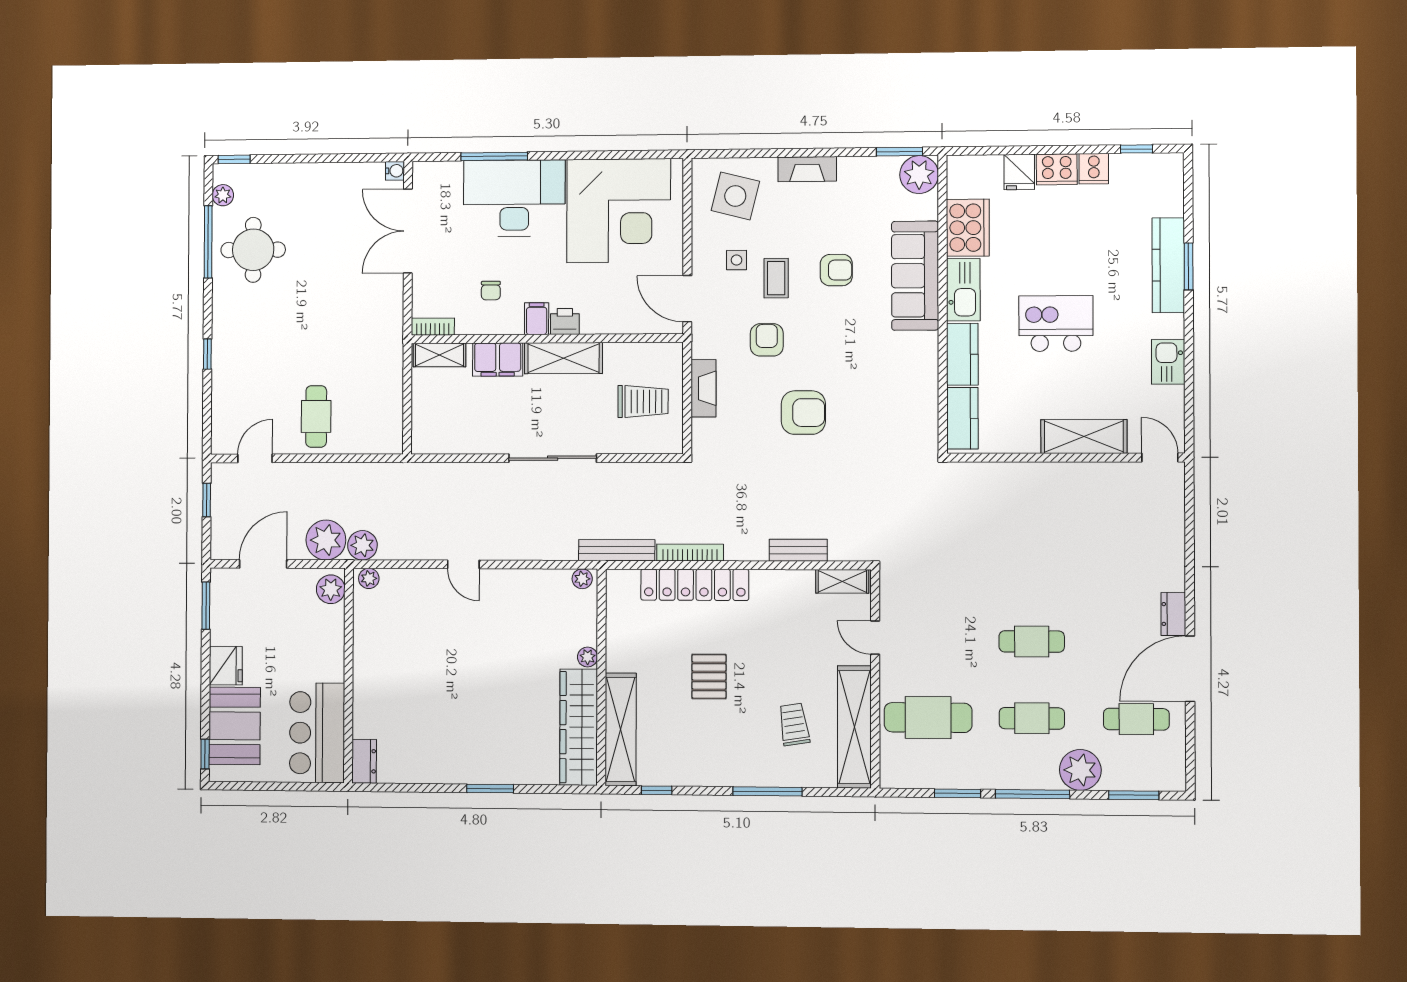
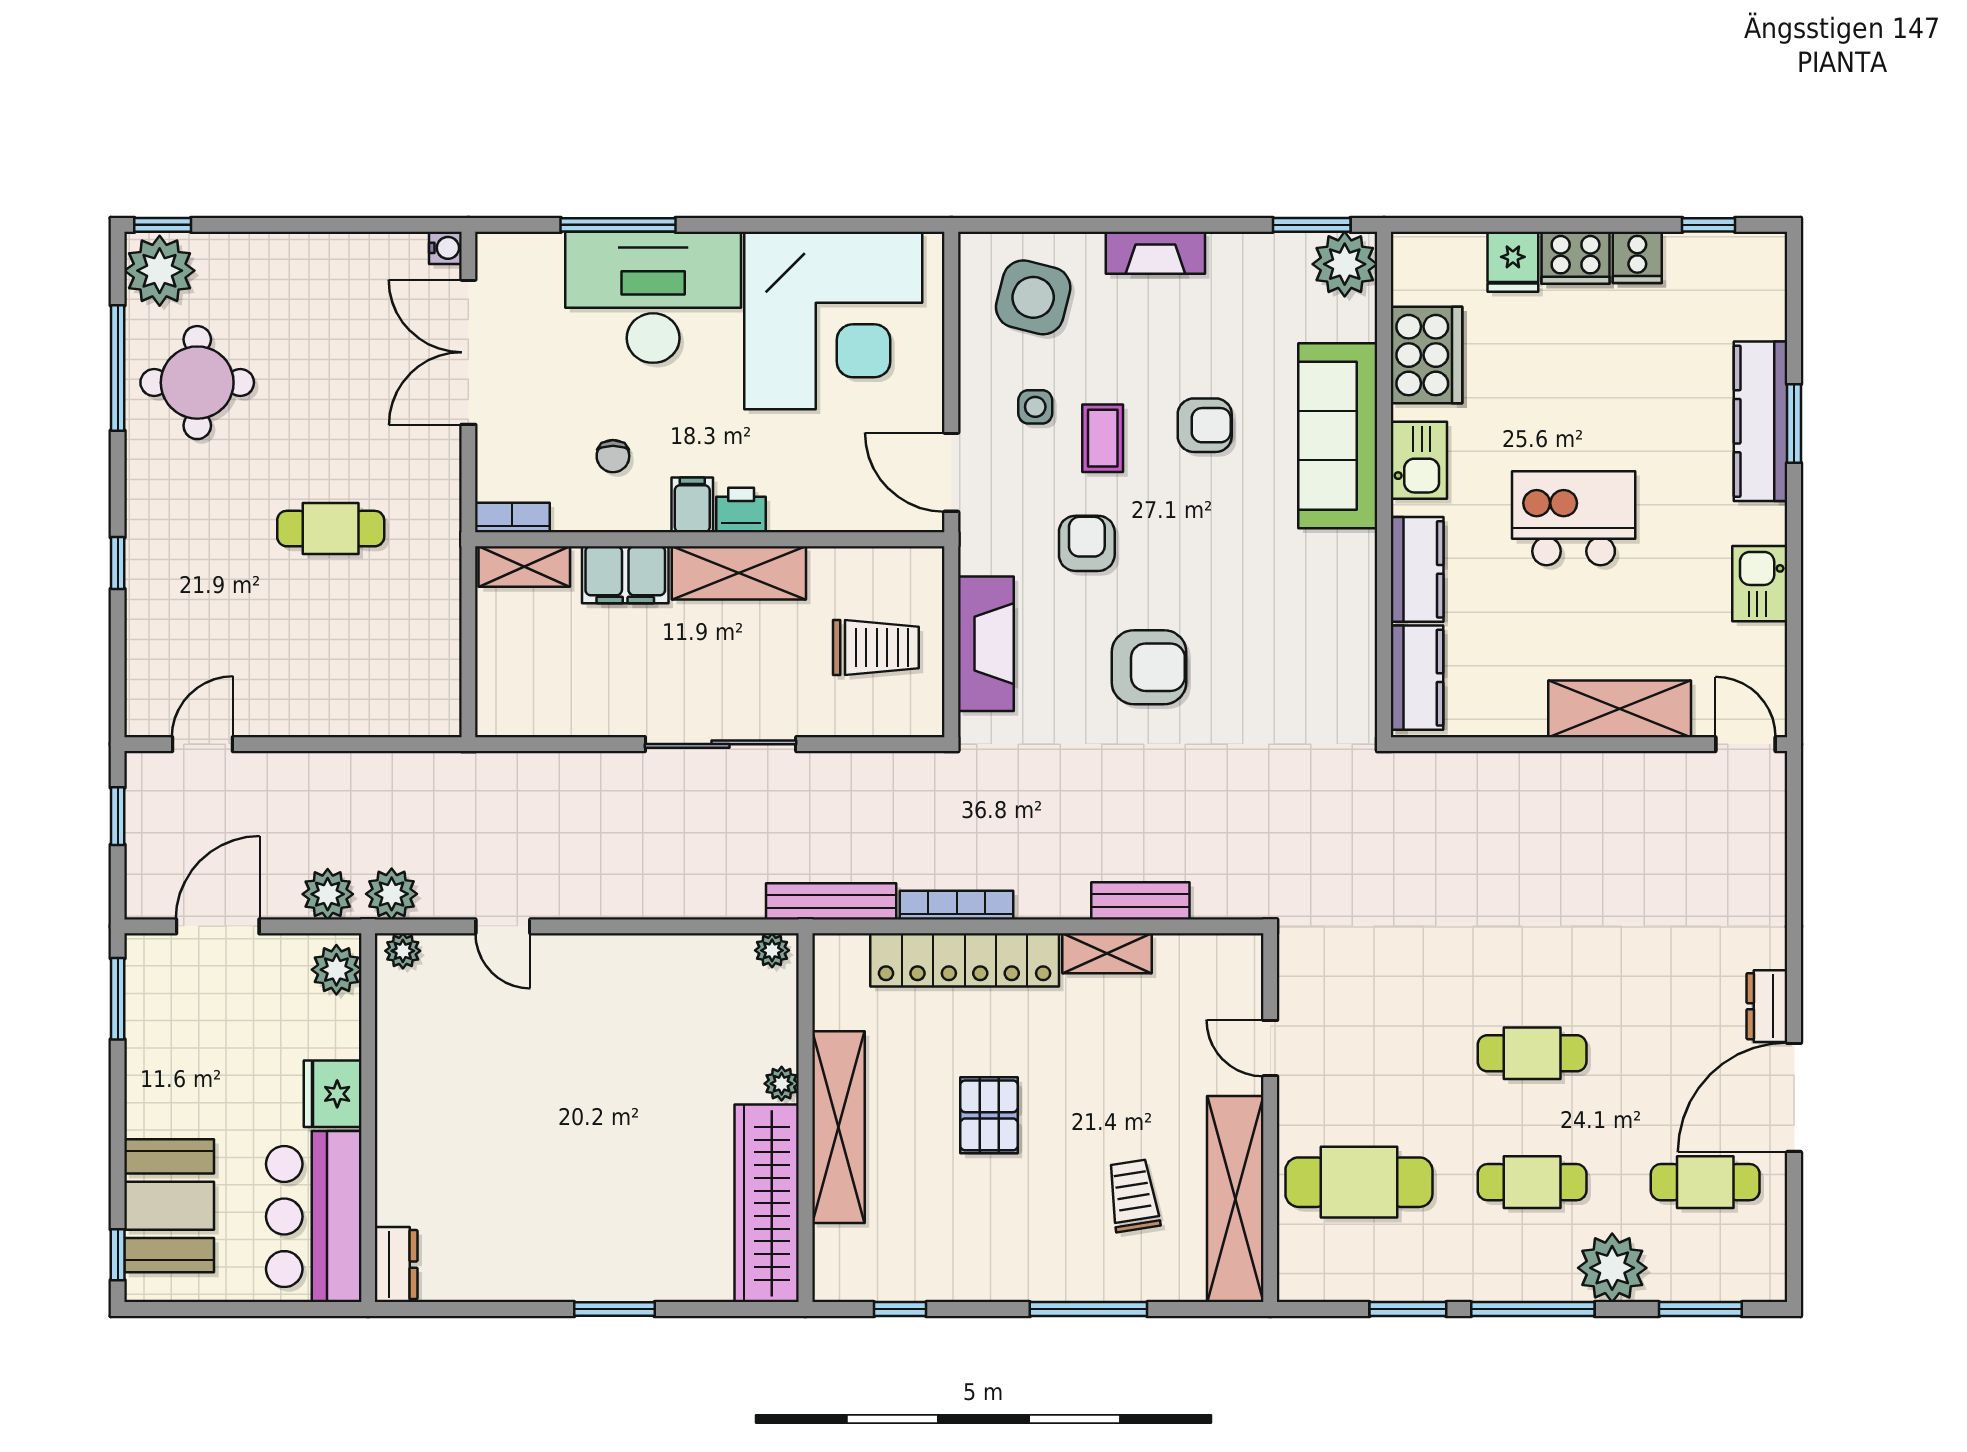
plant: (223, 195) -> (160, 271), width x1.87, depth x1.87
kitchen sink: (963, 290) -> (1419, 460), width x0.73
fireplace: (703, 388) -> (986, 644), width x1.37, depth x1.32
cafe table: (316, 416) -> (331, 529), moved, turned 90
plant: (326, 540) -> (328, 894), width x0.73, depth x0.73
door: (463, 564) -> (503, 926), moved
shelving: (842, 581) -> (1107, 953), moved
fridge: (226, 666) -> (333, 1094), moved, turned 180
shelving: (621, 729) -> (838, 1127), moved

